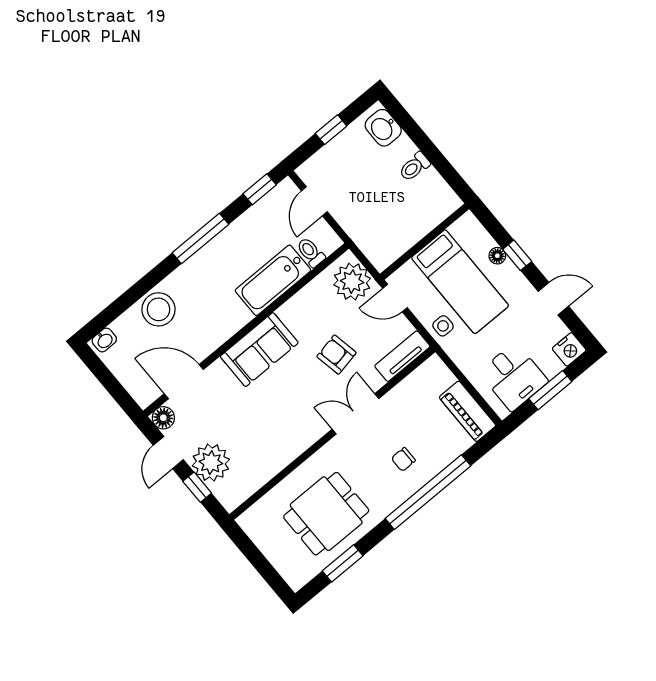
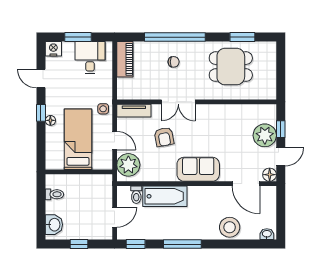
wall: (424, 242) -> (79, 172), moved
bed: (460, 282) -> (78, 139), moved

